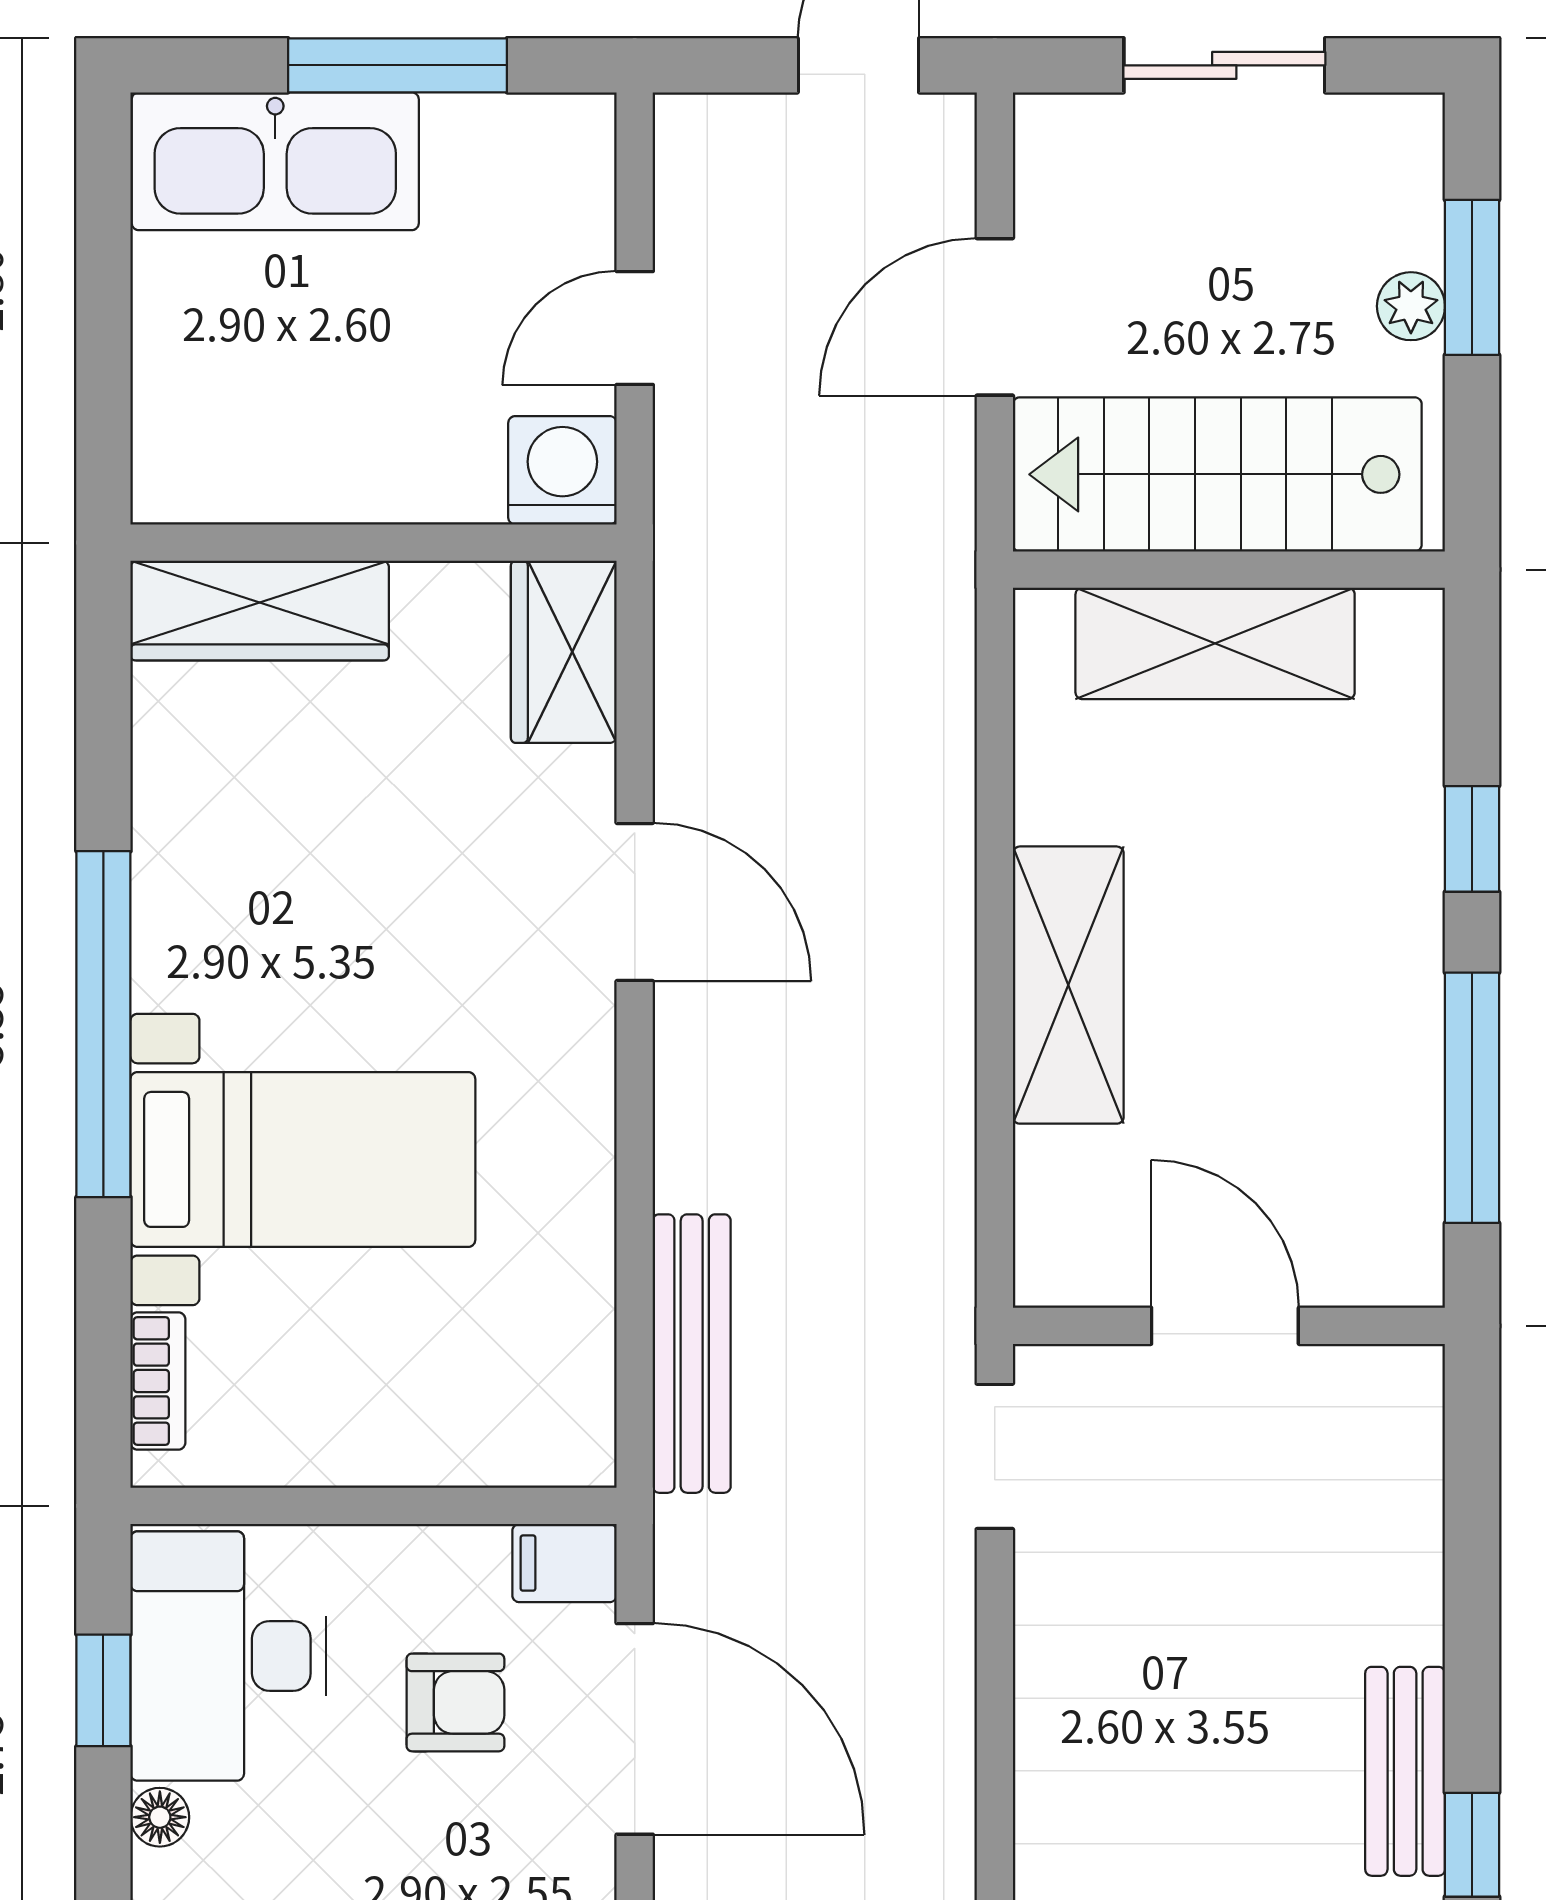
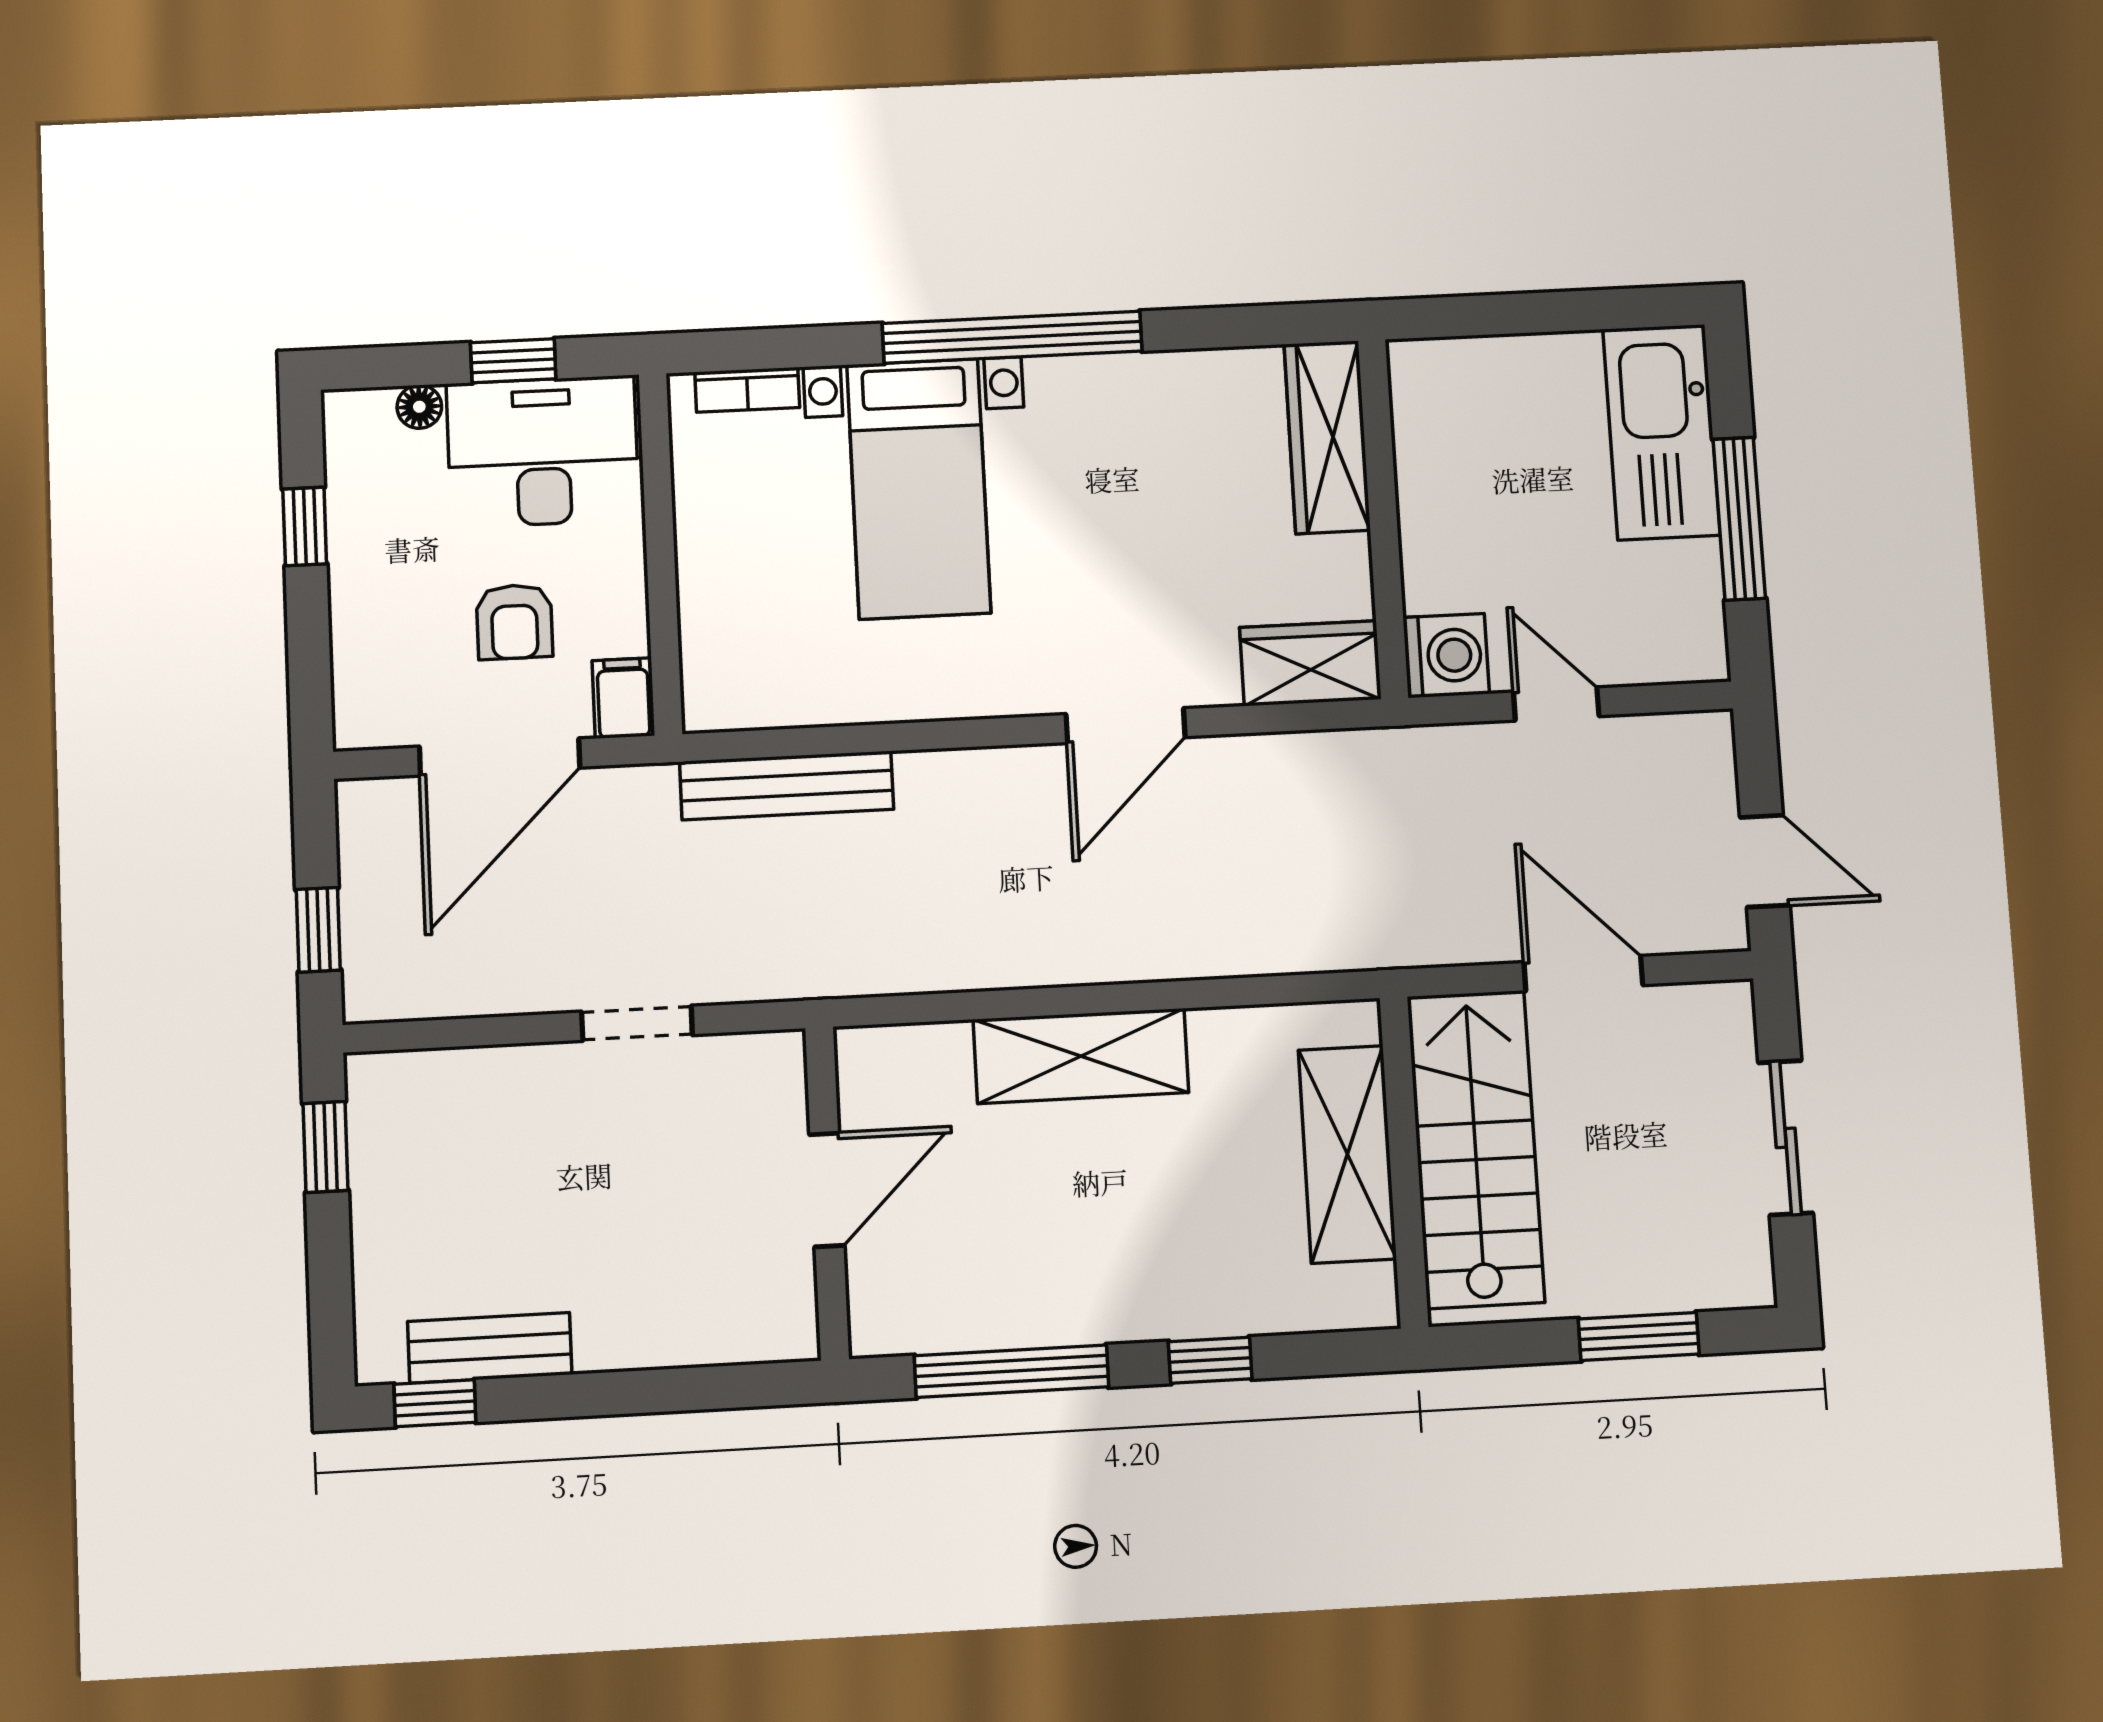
plant: (1411, 306) -> (1613, 1291), removed
doorway: (995, 1456) -> (637, 1023), moved

